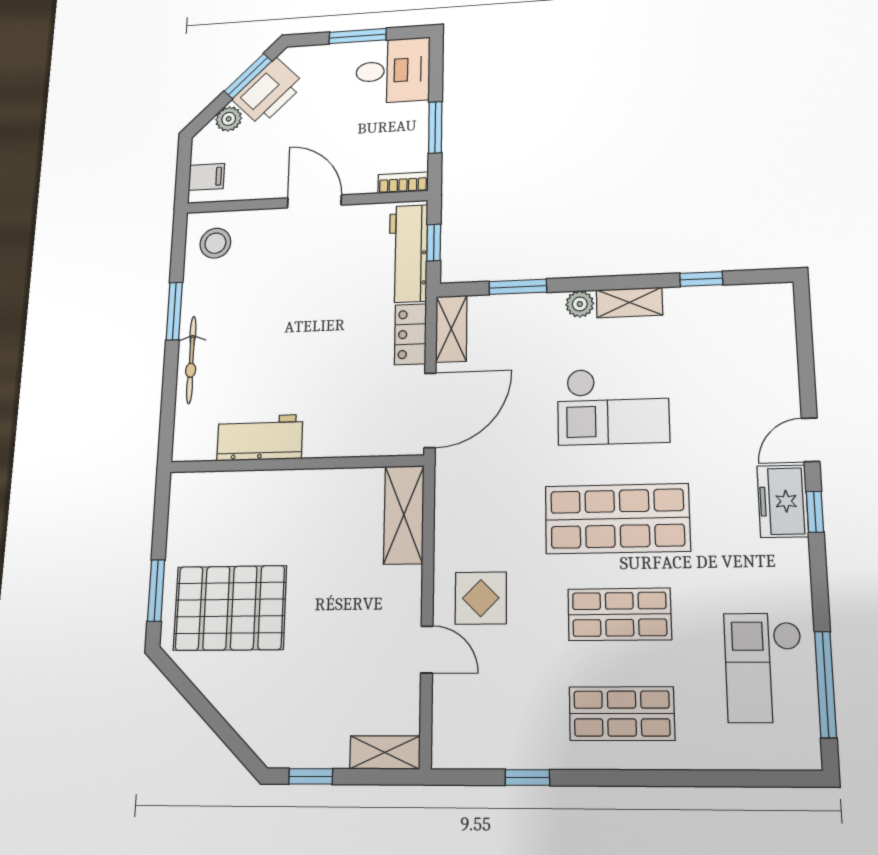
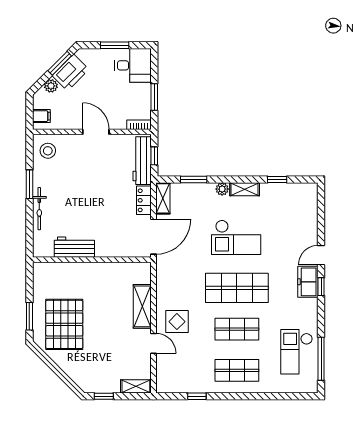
shelving: (404, 515) -> (142, 306), moved
pallet: (230, 608) -> (64, 324), turned 90

